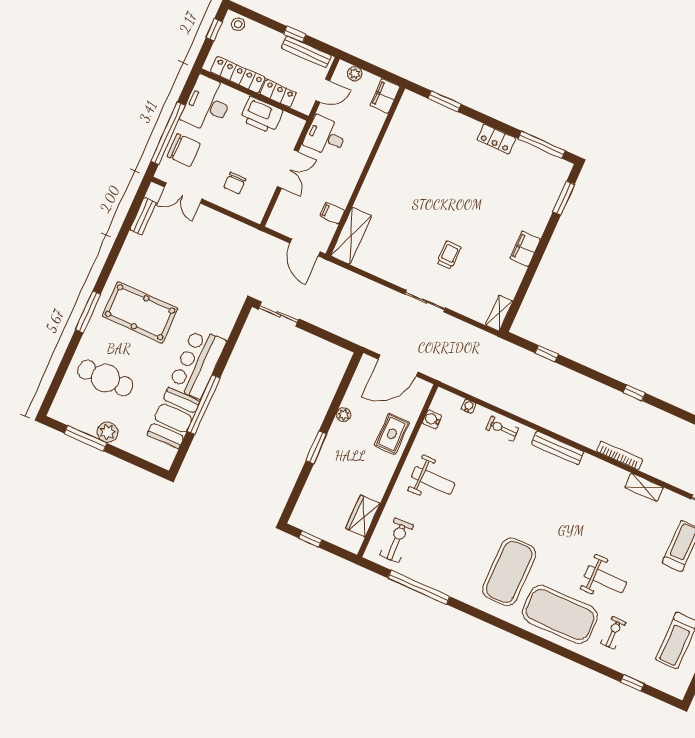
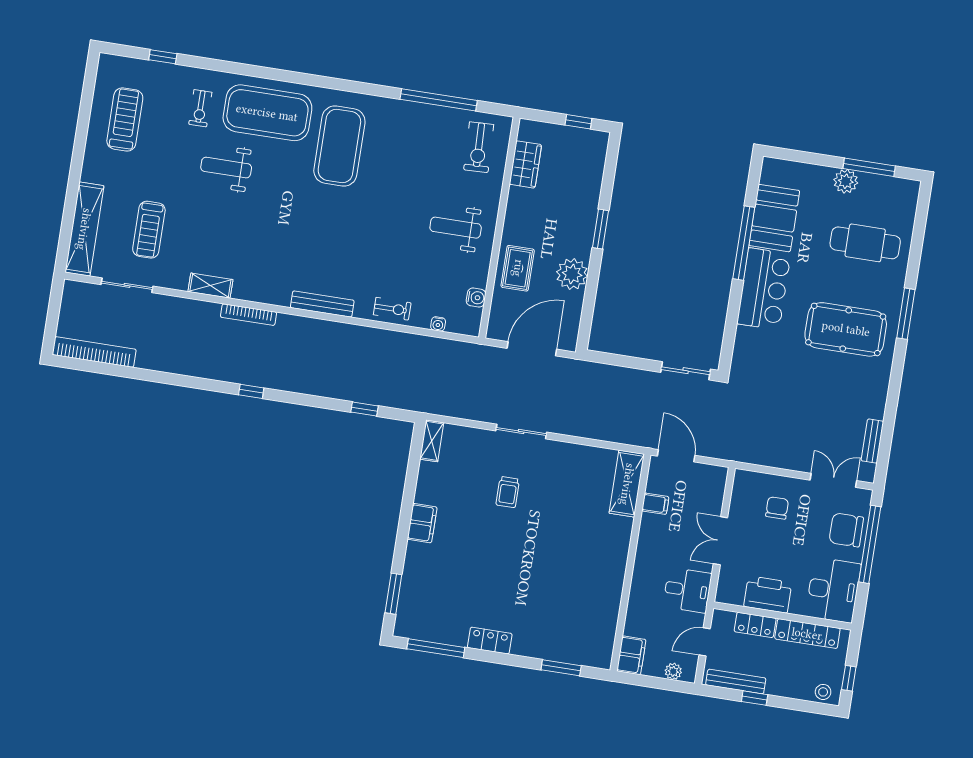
plant: (344, 415) -> (572, 274), width x1.88, depth x1.88

